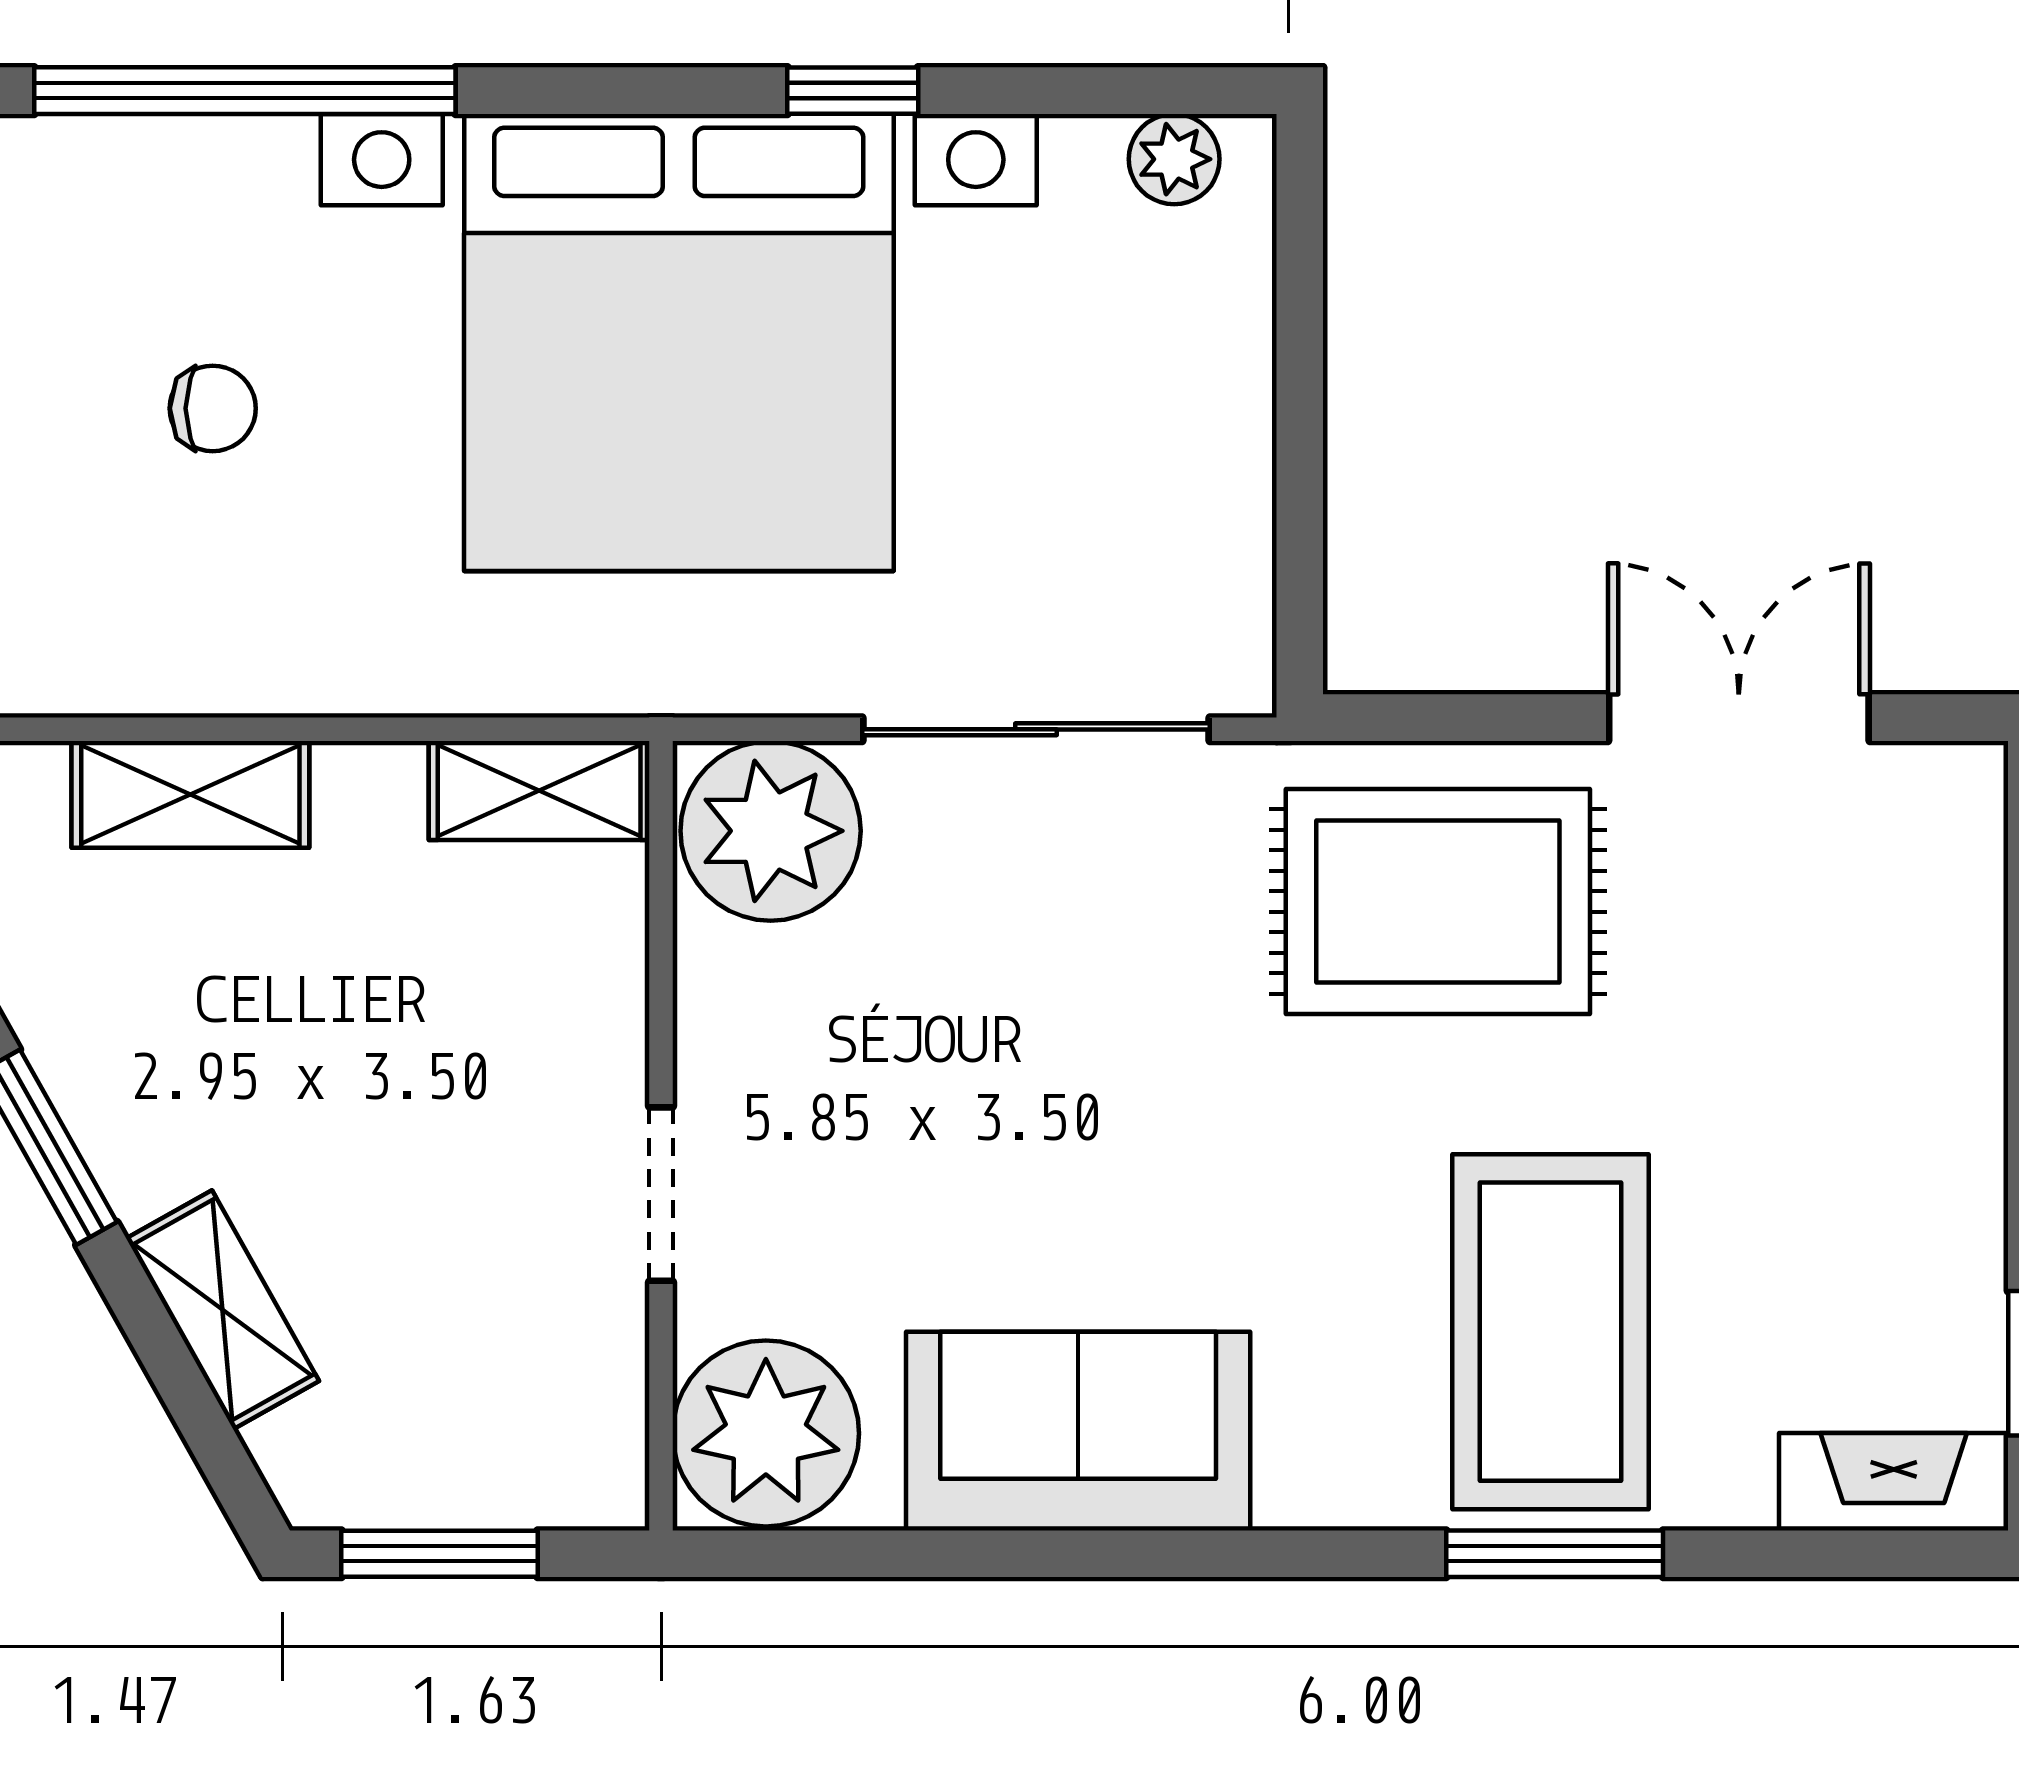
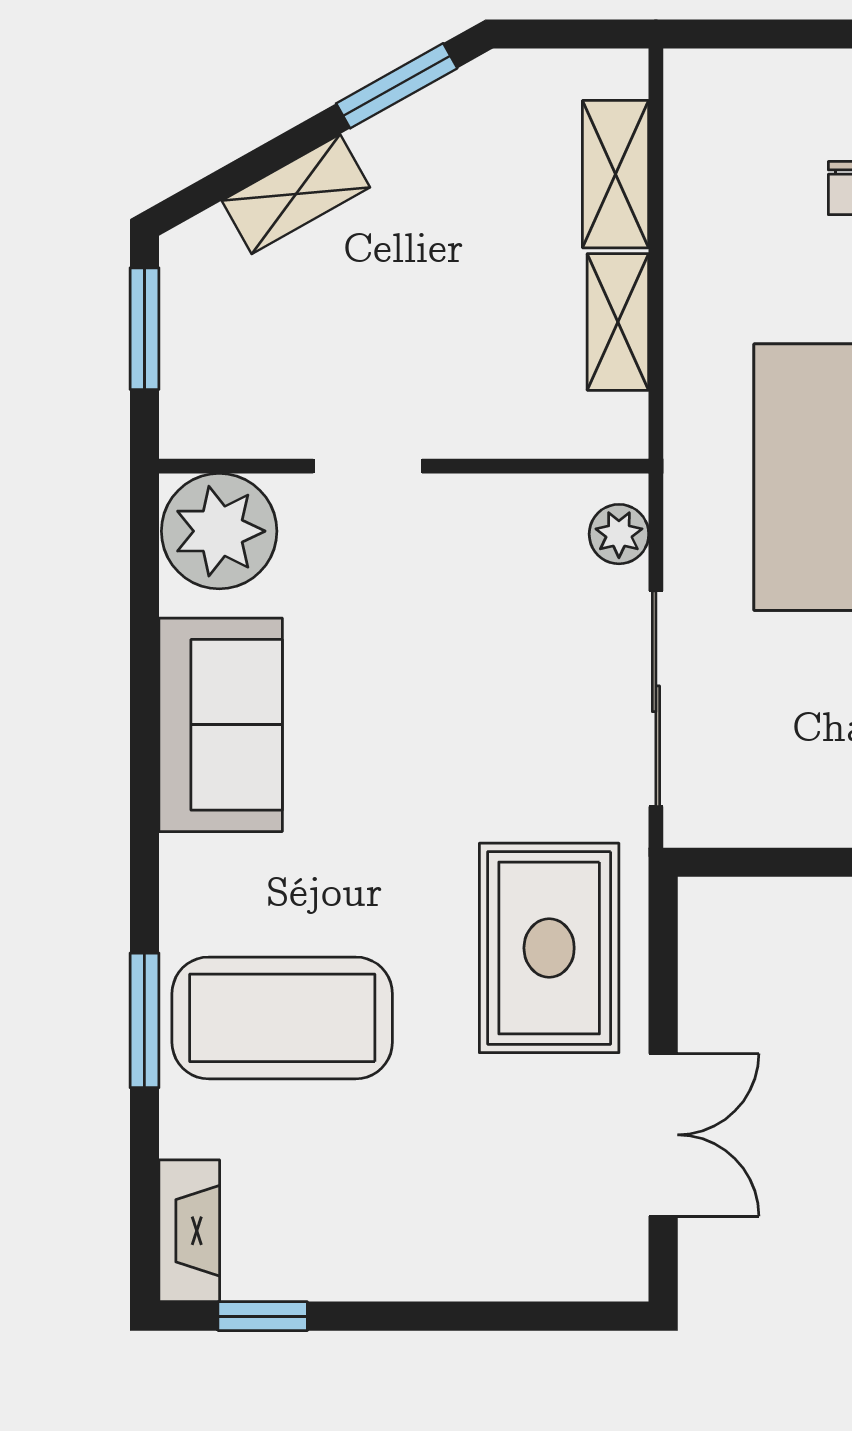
shelving: (539, 791) -> (618, 322), moved
plant: (771, 831) -> (619, 534), width x0.53, depth x0.53

